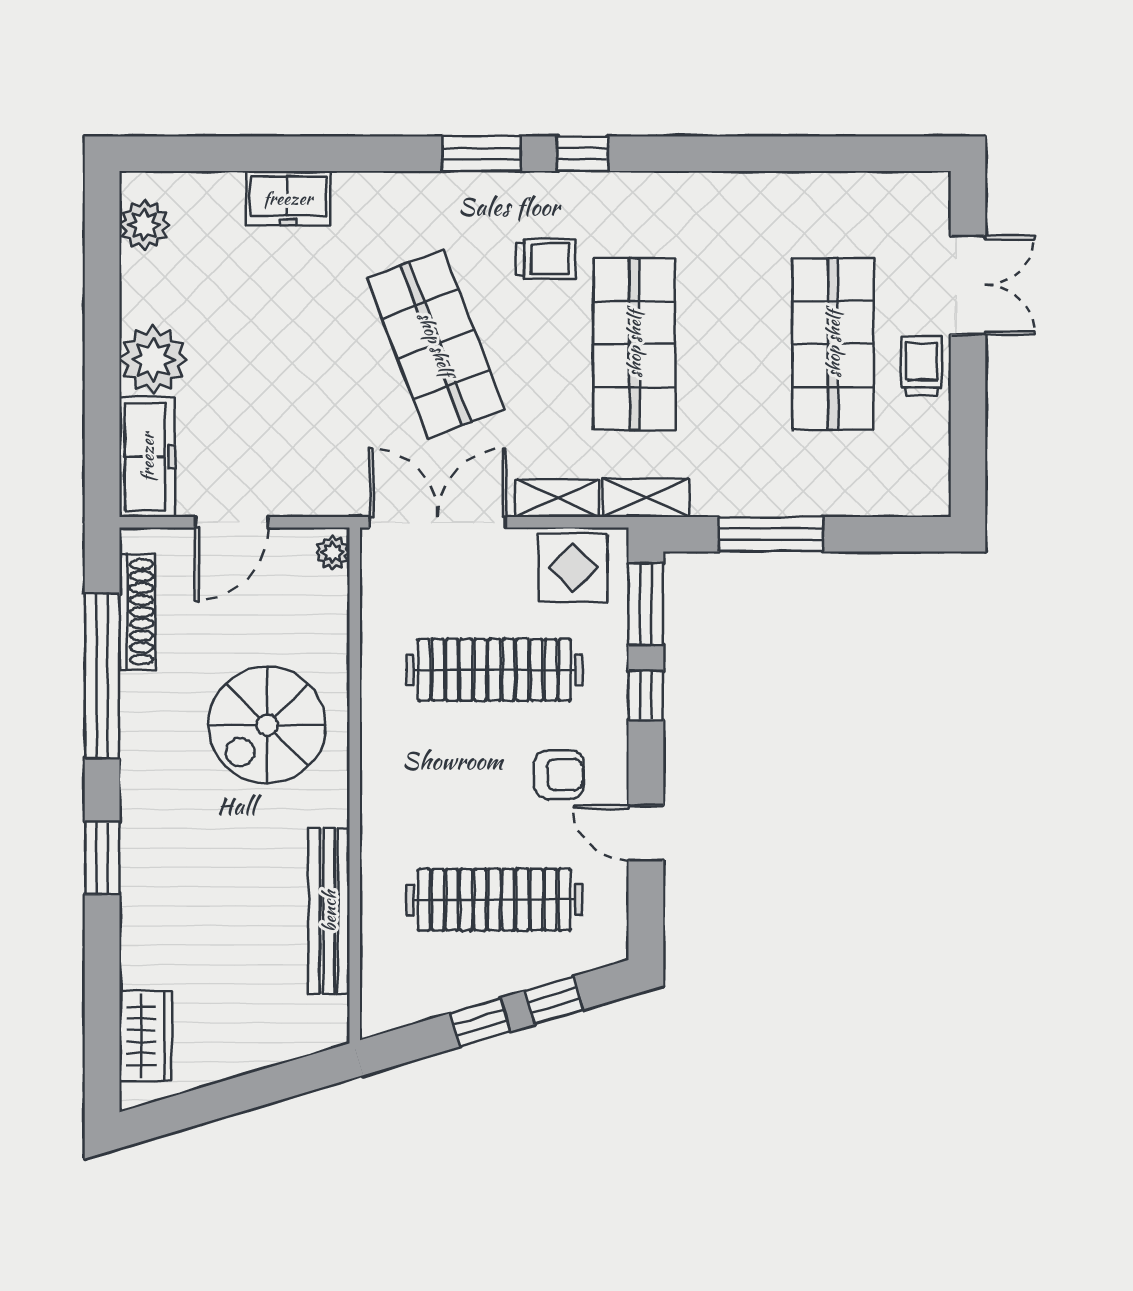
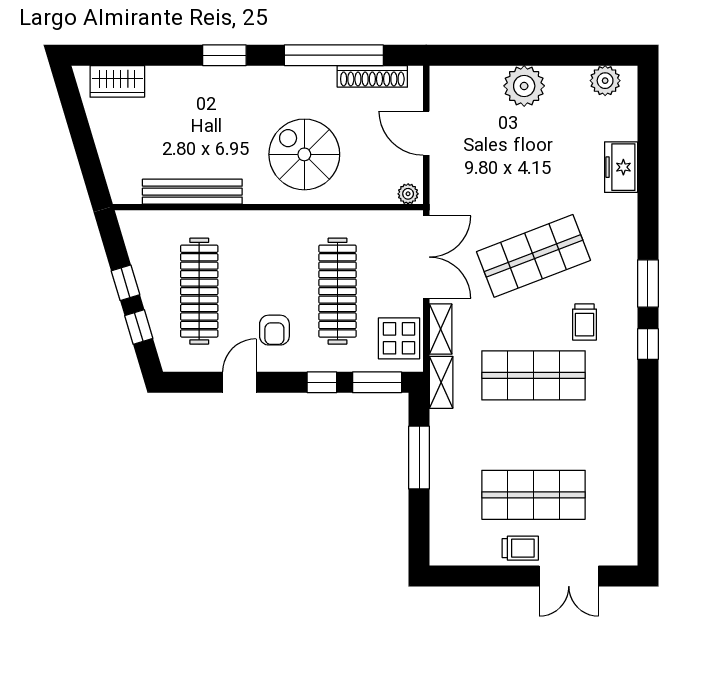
freezer: (147, 457) -> (465, 82), removed

